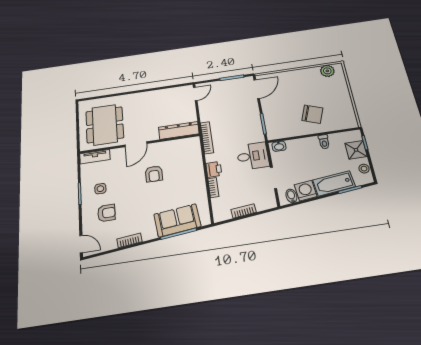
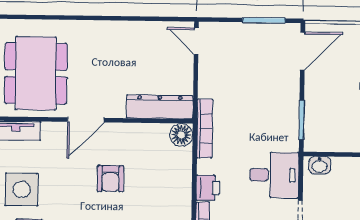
door: (195, 94) -> (196, 41), swing flipped
floor lamp: (193, 143) -> (181, 135), added
side table: (100, 189) -> (22, 190), width x1.87, depth x1.87

